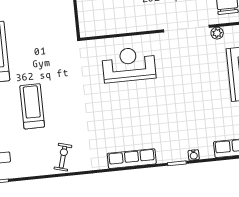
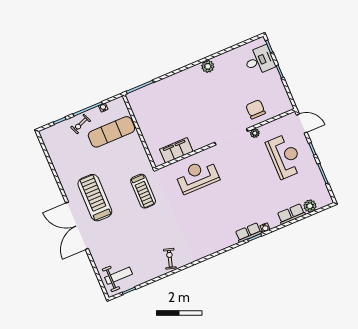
filing cabinet: (112, 24) -> (176, 150), added
treadmill: (32, 106) -> (143, 191), moved, turned 180
row of seats: (132, 159) -> (248, 233), moved, width x0.68

